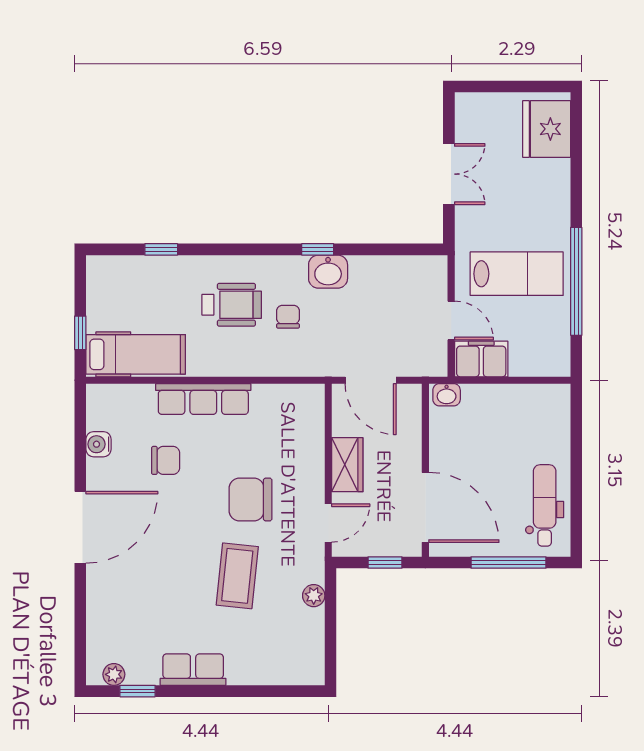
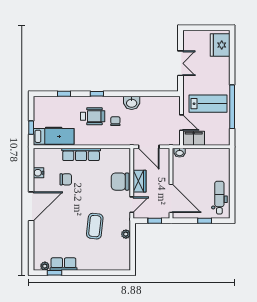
window: (318, 249) -> (97, 94), moved
chair: (250, 500) -> (120, 182), moved
window: (508, 562) -> (205, 221), width x0.46
row of seats: (193, 670) -> (63, 264), moved

